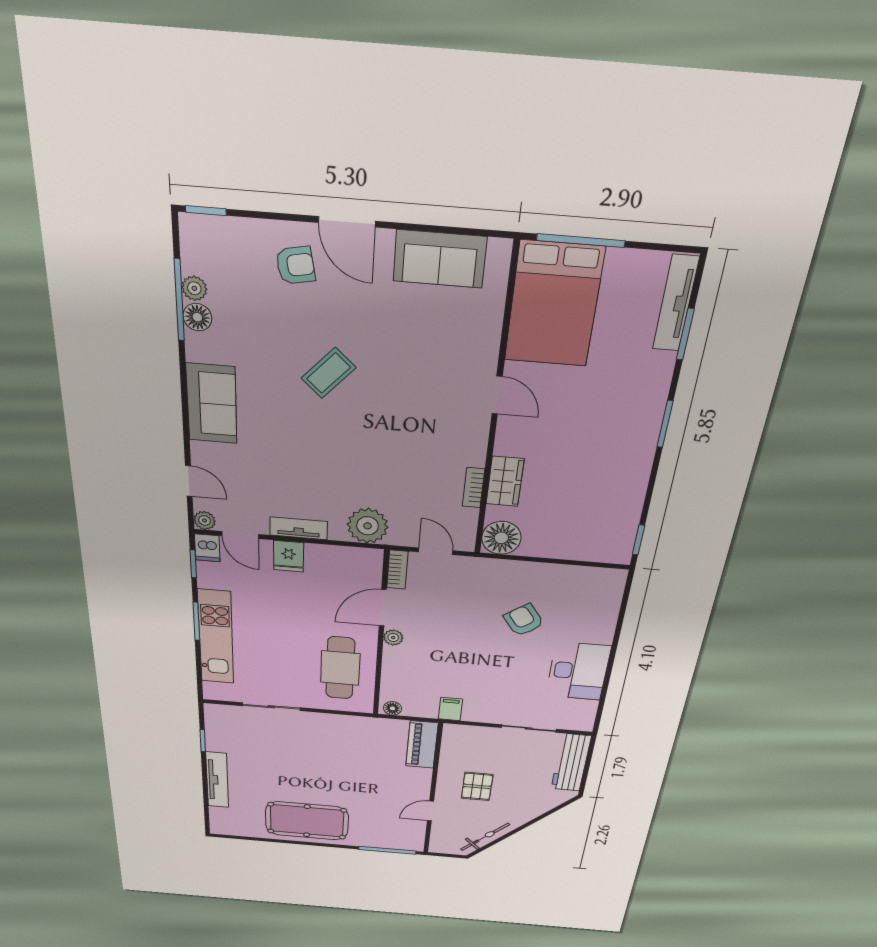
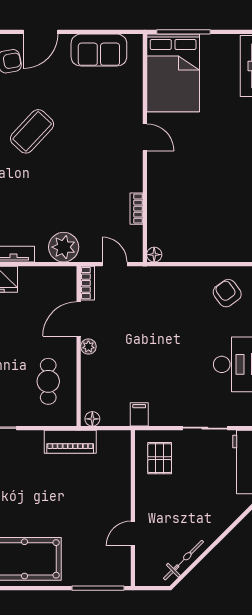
door: (347, 222) -> (41, 32), hinge flipped
coffee table: (329, 373) -> (32, 131), width x1.36, depth x1.30
wardrobe: (505, 481) -> (158, 202), removed
floor lamp: (501, 538) -> (154, 255), width x0.53, depth x0.53
armchair: (524, 620) -> (227, 293), moved
cafe table: (340, 668) -> (48, 381), width x0.73, depth x0.74
piano: (422, 745) -> (70, 442), moved, turned -90
pallet: (477, 786) -> (160, 458), moved

